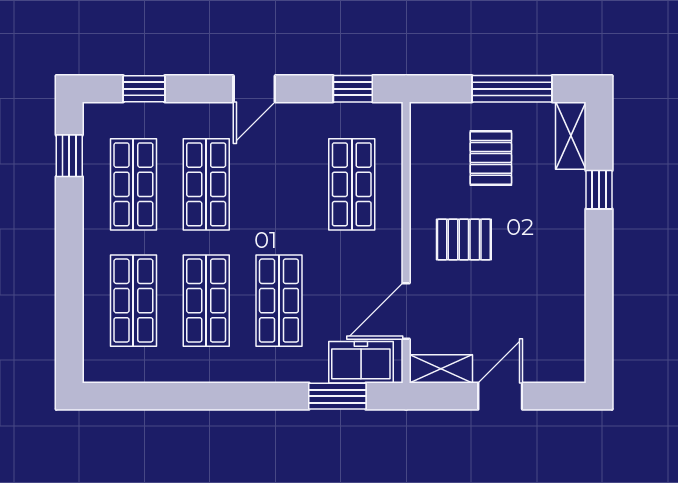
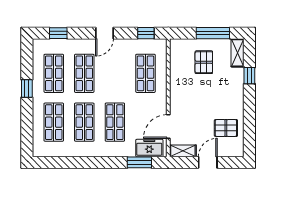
window: (69, 156) -> (27, 89), moved
pallet: (464, 240) -> (226, 128), moved

